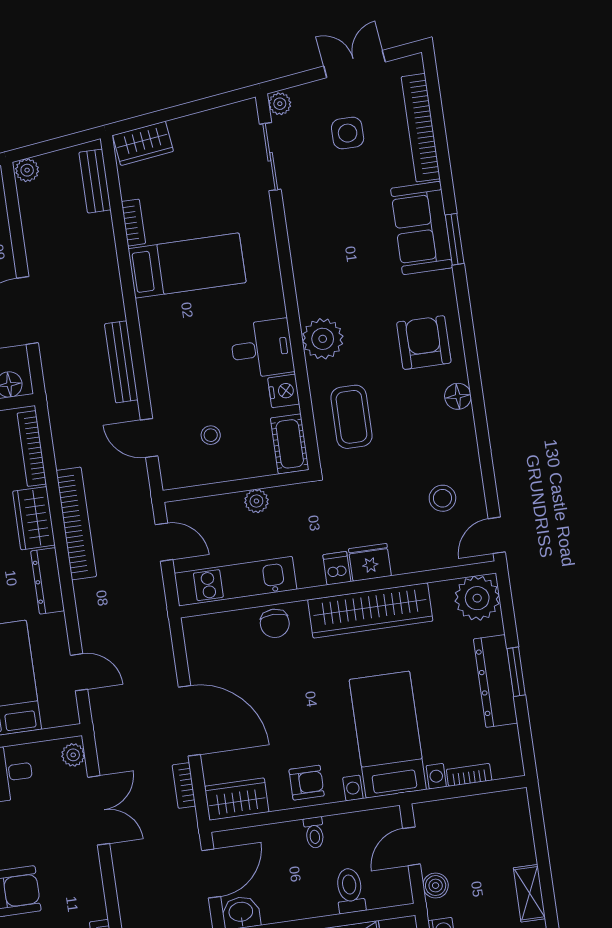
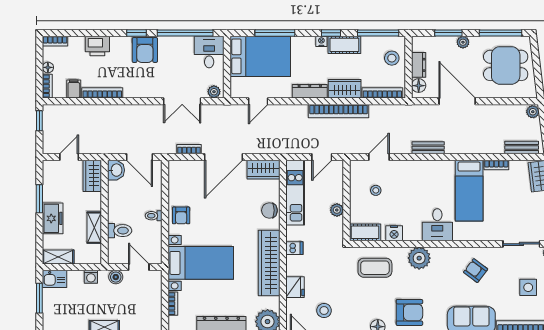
armchair: (331, 233) -> (476, 271), added
desk: (262, 349) -> (437, 225), moved
bench: (121, 362) -> (428, 148), width x0.73
fridge: (370, 562) -> (295, 287), moved
wardrobe: (237, 799) -> (263, 170), moved, turned 90

